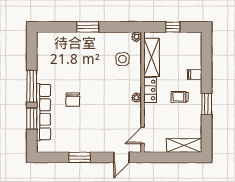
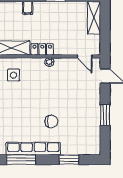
window: (32, 86) -> (21, 160), moved
trolley: (180, 97) -> (49, 22), removed
row of seats: (44, 112) -> (33, 149), moved

